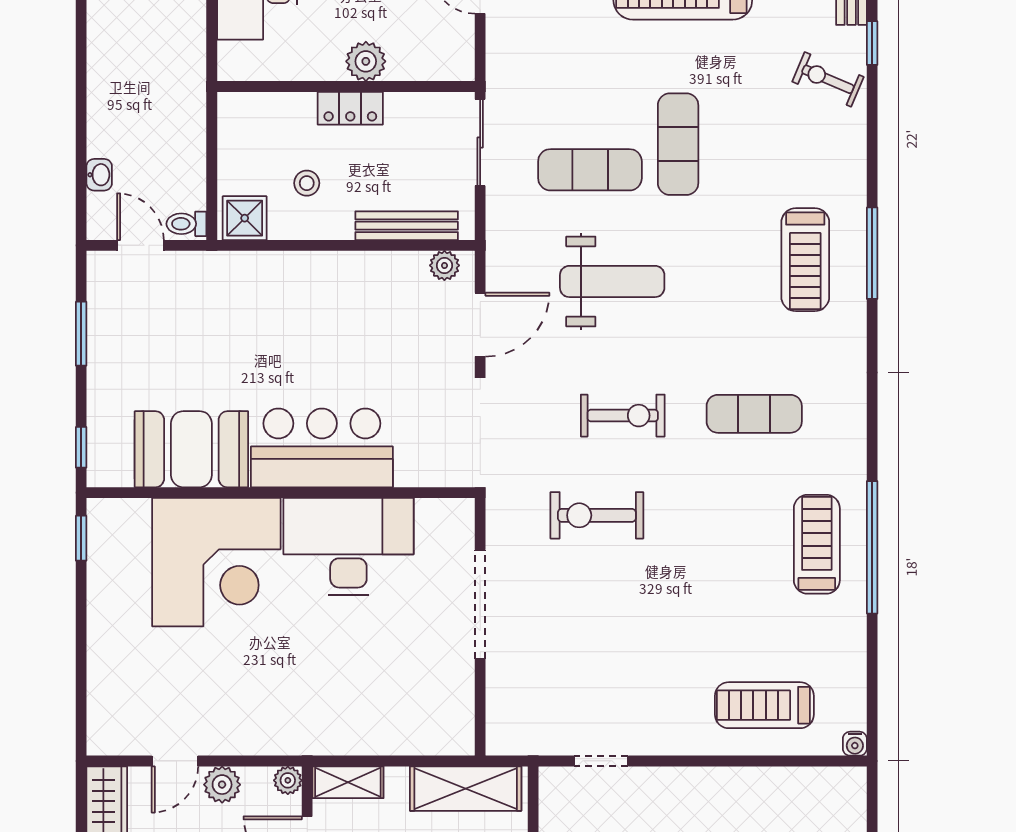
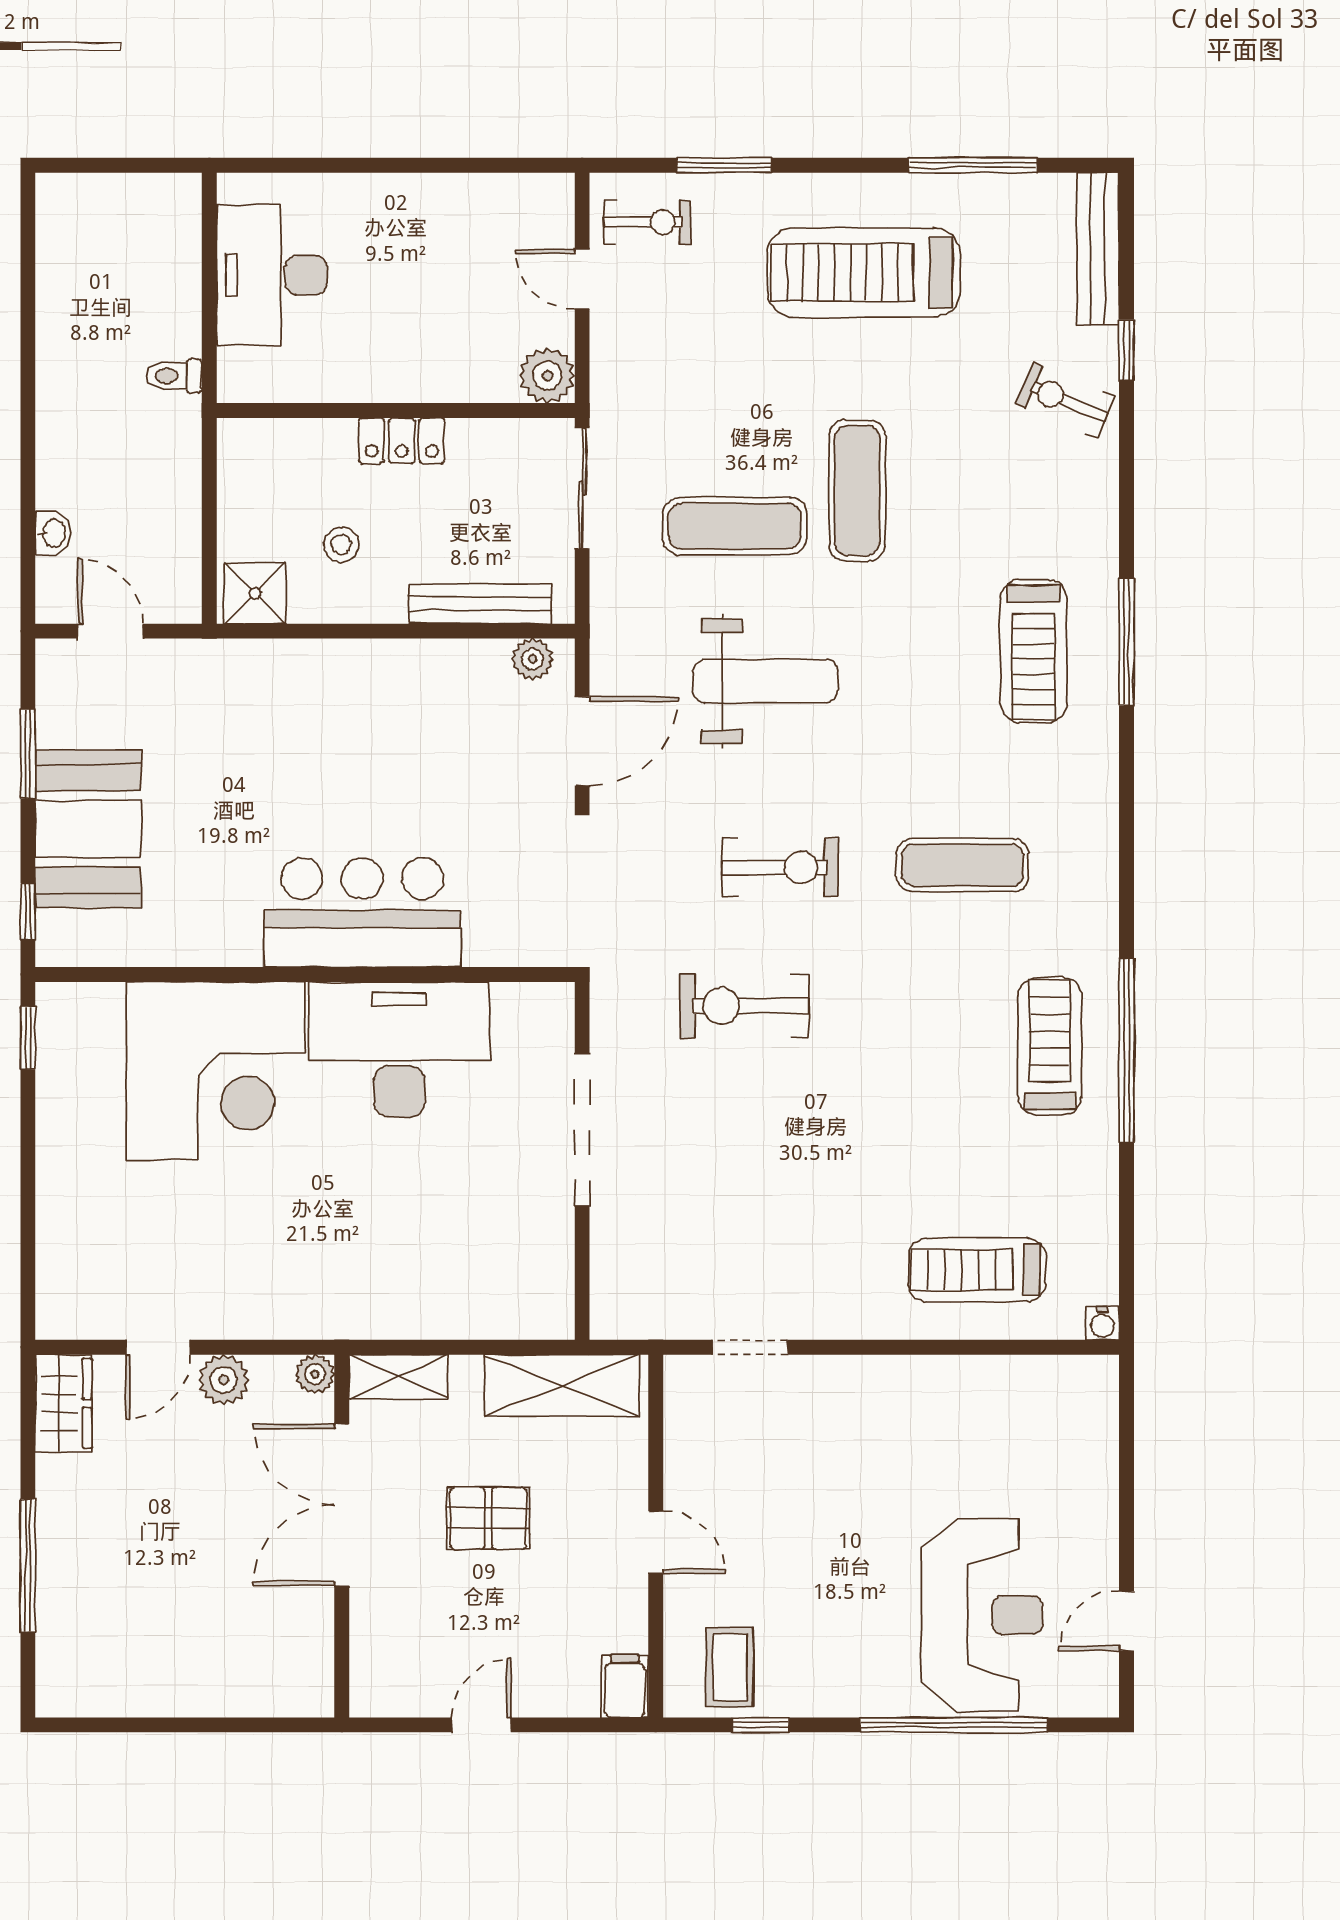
plant: (366, 61) -> (547, 376), moved
toilet: (186, 224) -> (174, 376), moved
booth: (191, 449) -> (88, 829), moved, turned 90

